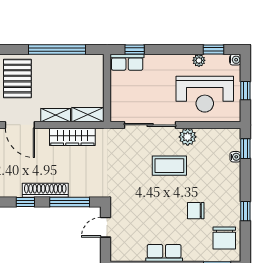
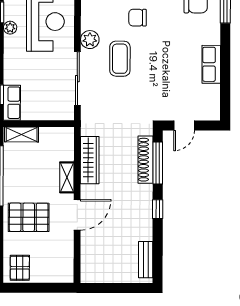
shelving: (88, 115) -> (22, 134), moved, turned 90
shoe rack: (45, 190) -> (145, 160), moved
chair: (196, 211) -> (138, 18), moved, turned 90
door: (106, 227) -> (184, 125), hinge flipped

